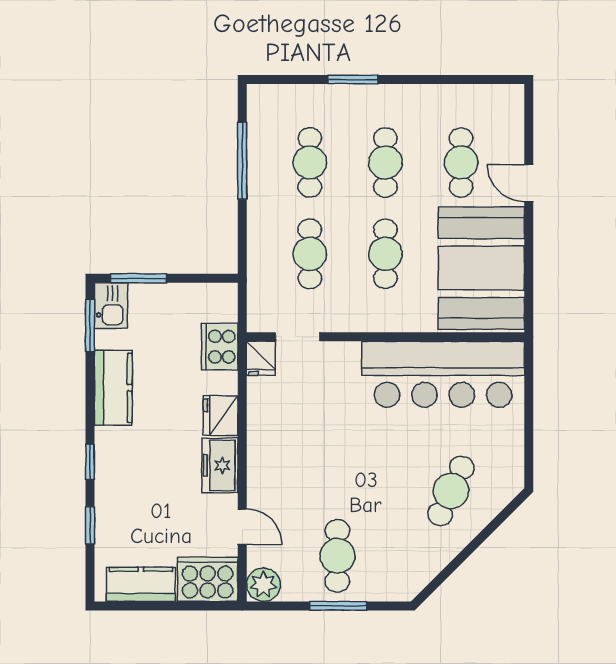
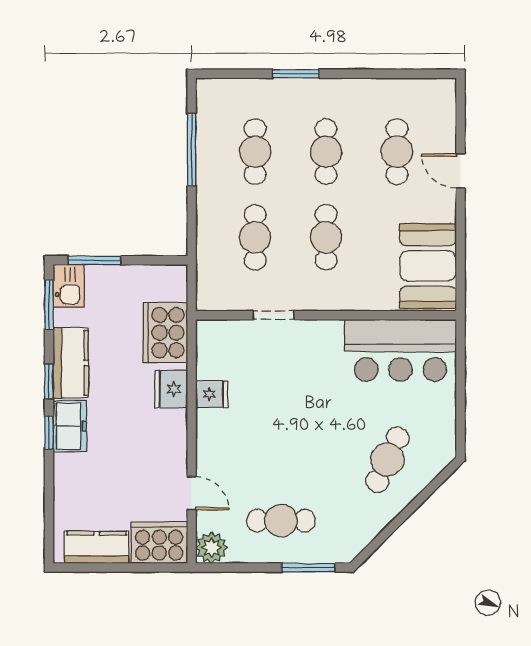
booth: (481, 268) -> (428, 266), width x0.73, depth x0.70
doorway: (298, 337) -> (274, 315), moved
cooker: (220, 347) -> (165, 333), width x1.37, depth x1.31
fridge: (261, 358) -> (212, 394), moved, turned -90
bar counter: (443, 374) -> (400, 350), width x0.73
freezer: (220, 465) -> (70, 426), moved, turned 180
window: (90, 525) -> (49, 381), moved
cafe table: (337, 556) -> (281, 521), turned 90
window: (338, 606) -> (308, 568), moved

